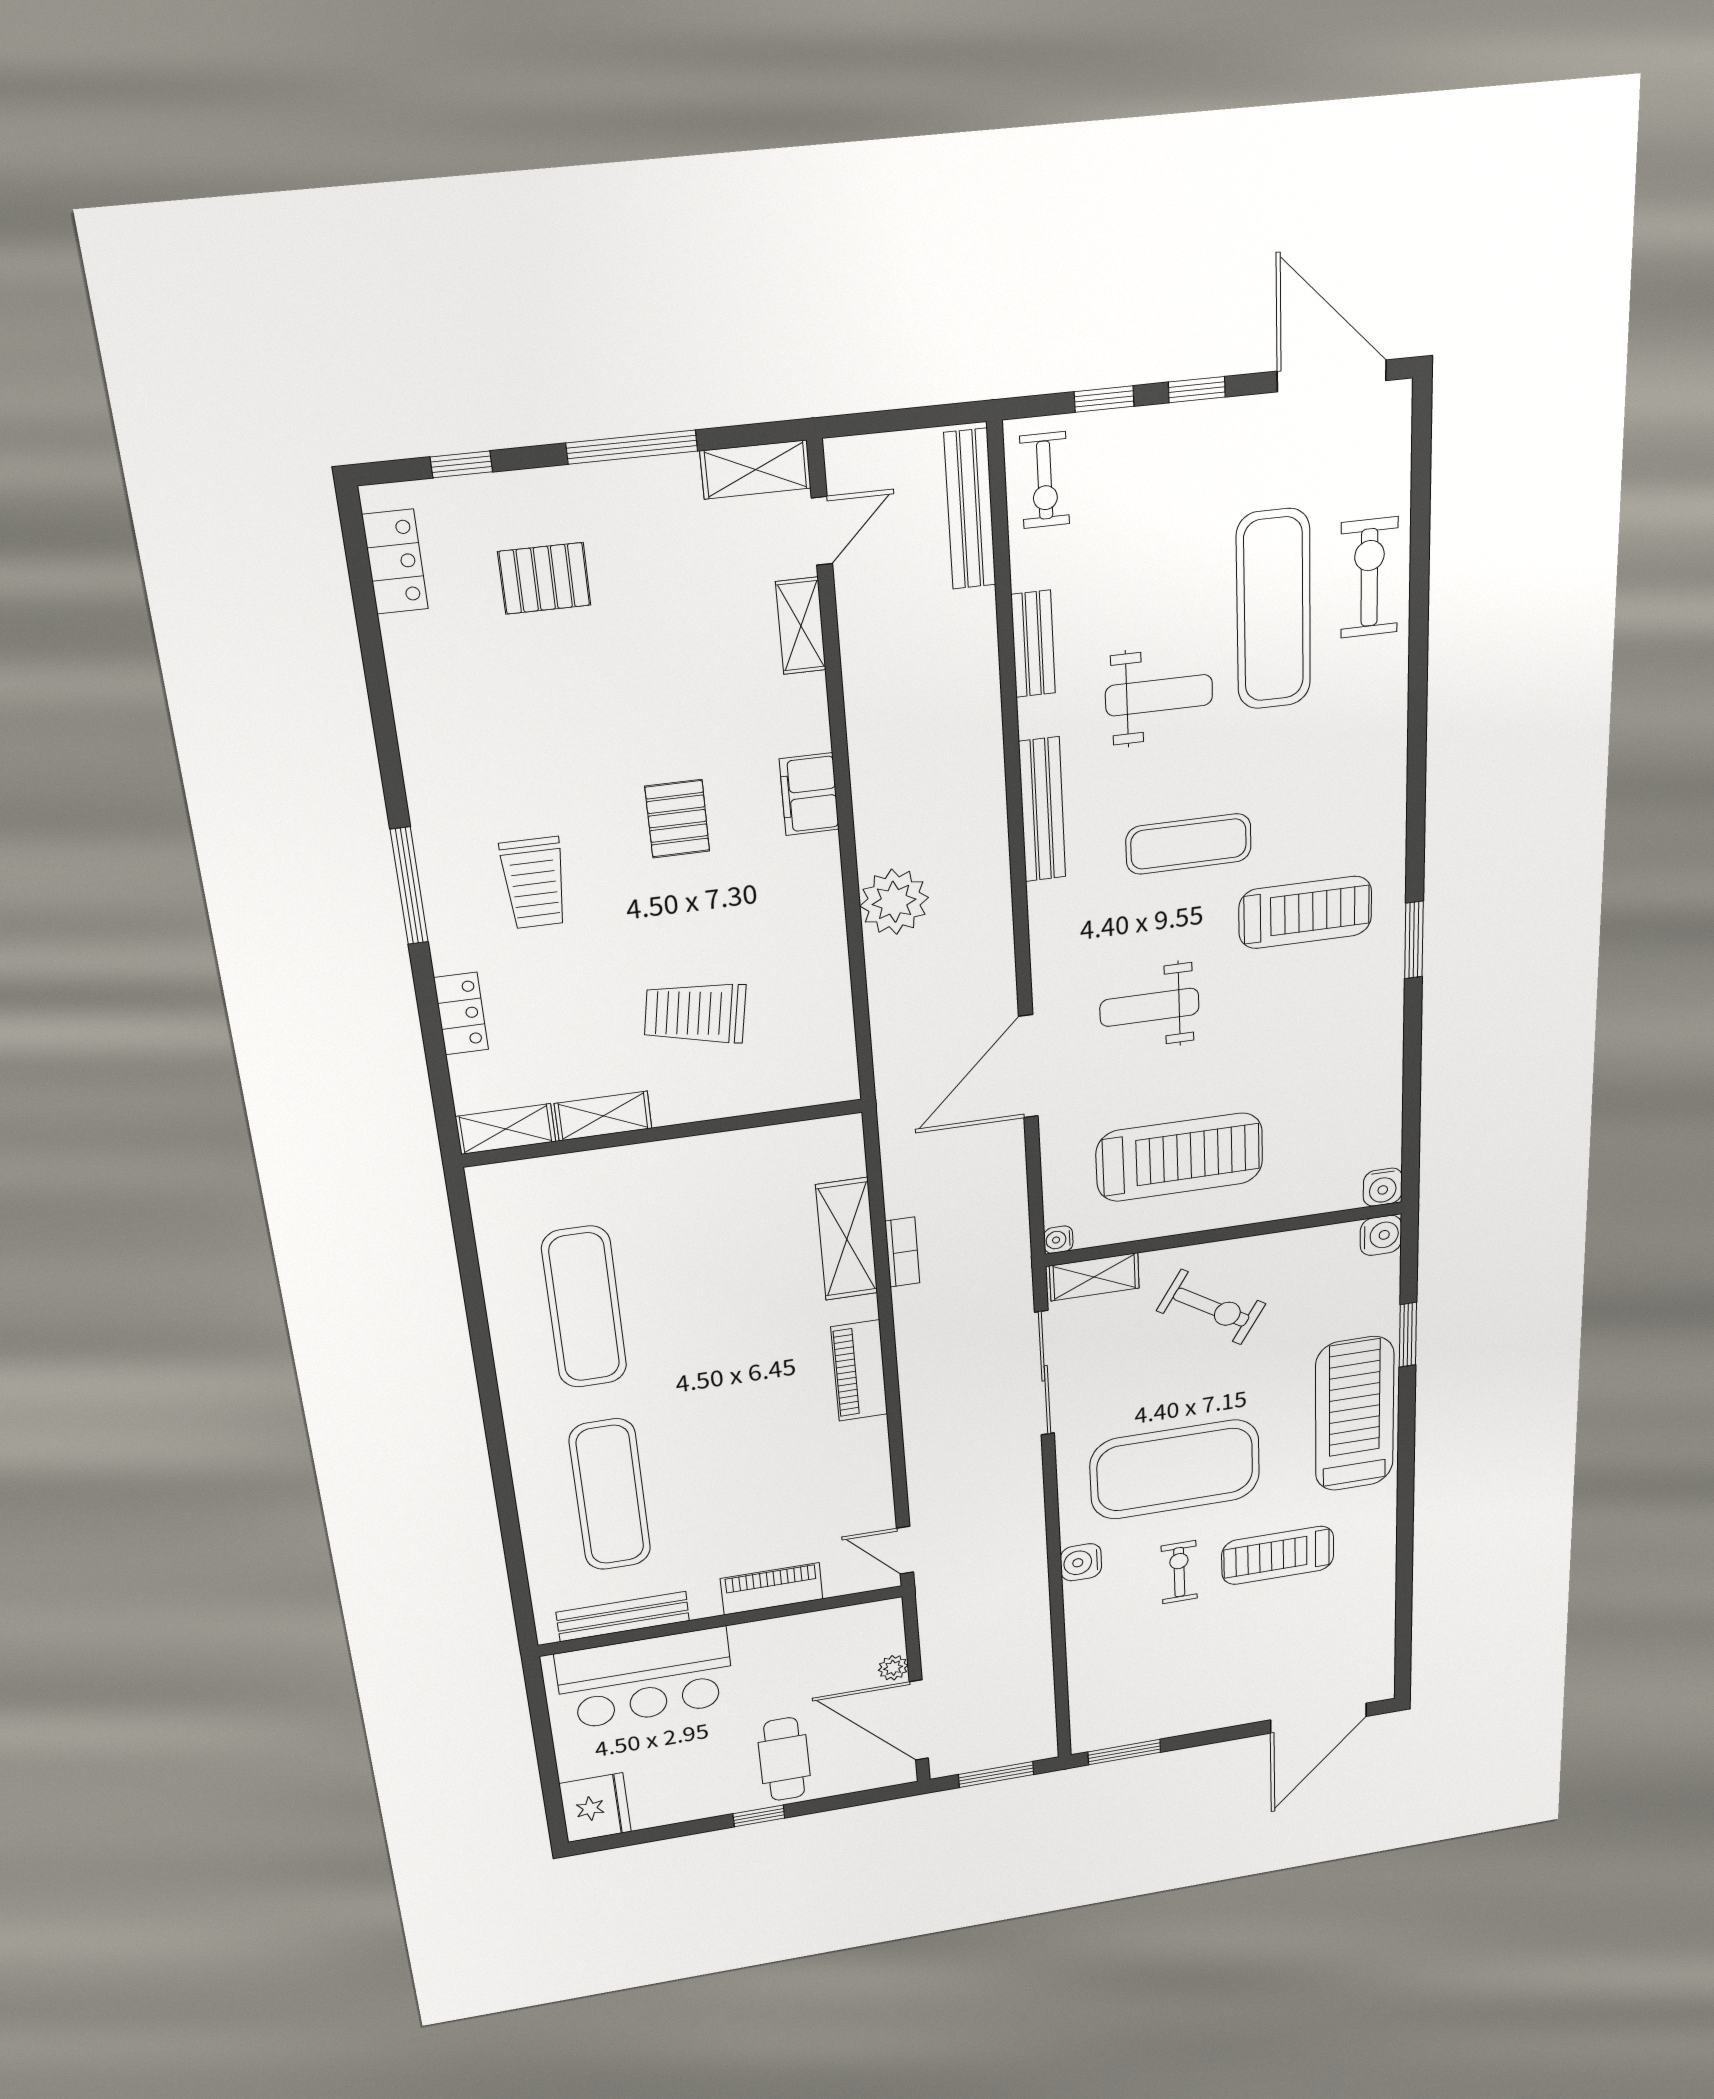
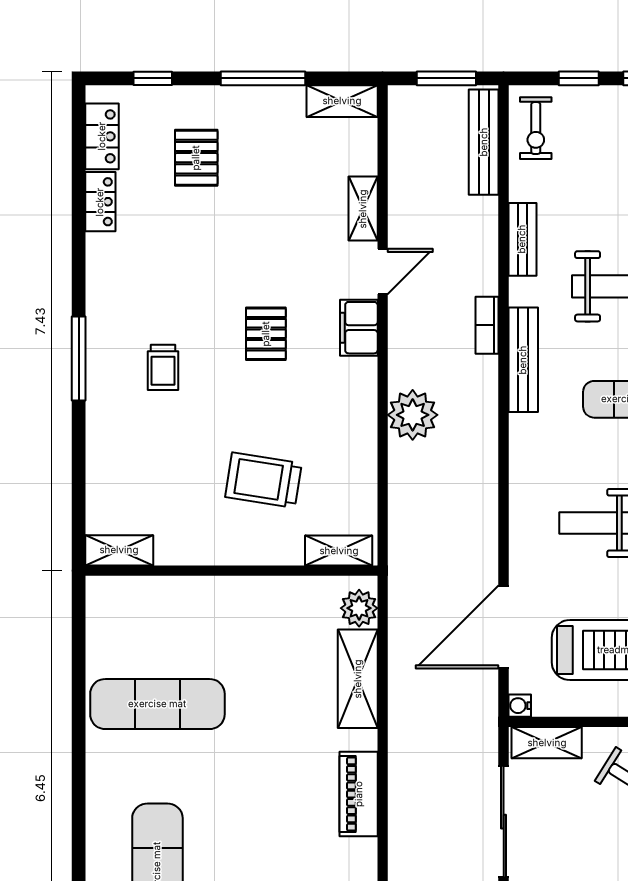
window: (909, 419) -> (446, 78), added
door: (822, 531) -> (383, 272), moved
pallet: (544, 578) -> (196, 158), turned 90
trolley: (534, 883) -> (163, 367), width x0.73, depth x0.72
locker: (461, 1014) -> (100, 202), moved
door: (1028, 1066) -> (504, 627), moved
shelving: (603, 1116) -> (339, 551), moved
plant: (841, 1155) -> (359, 608), added
bookcase: (902, 1252) -> (487, 325), moved, turned 180
exercise mat: (584, 1307) -> (157, 704), turned 90

